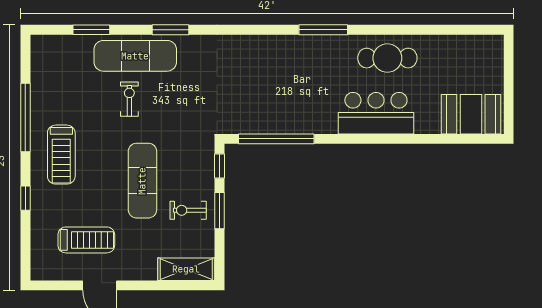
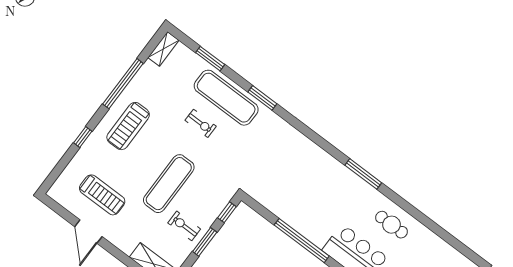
shelving: (39, 54) -> (163, 49), added
cafe table: (387, 58) -> (392, 225), width x0.73, depth x0.74
exercise bike: (129, 99) -> (201, 123), turned 90
window: (276, 139) -> (302, 241), moved

